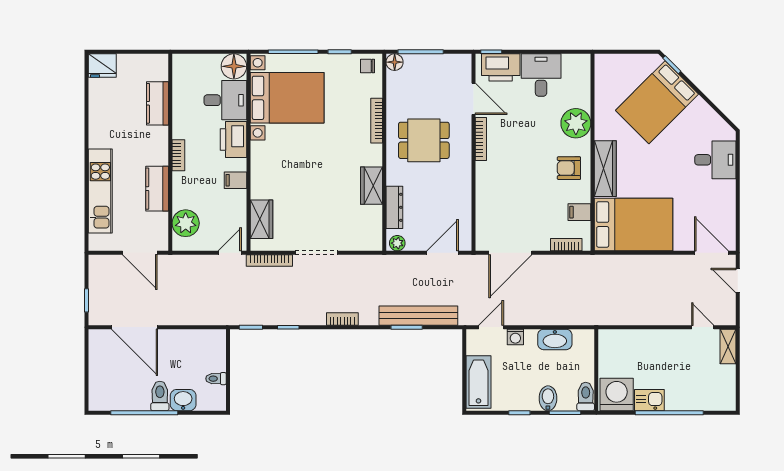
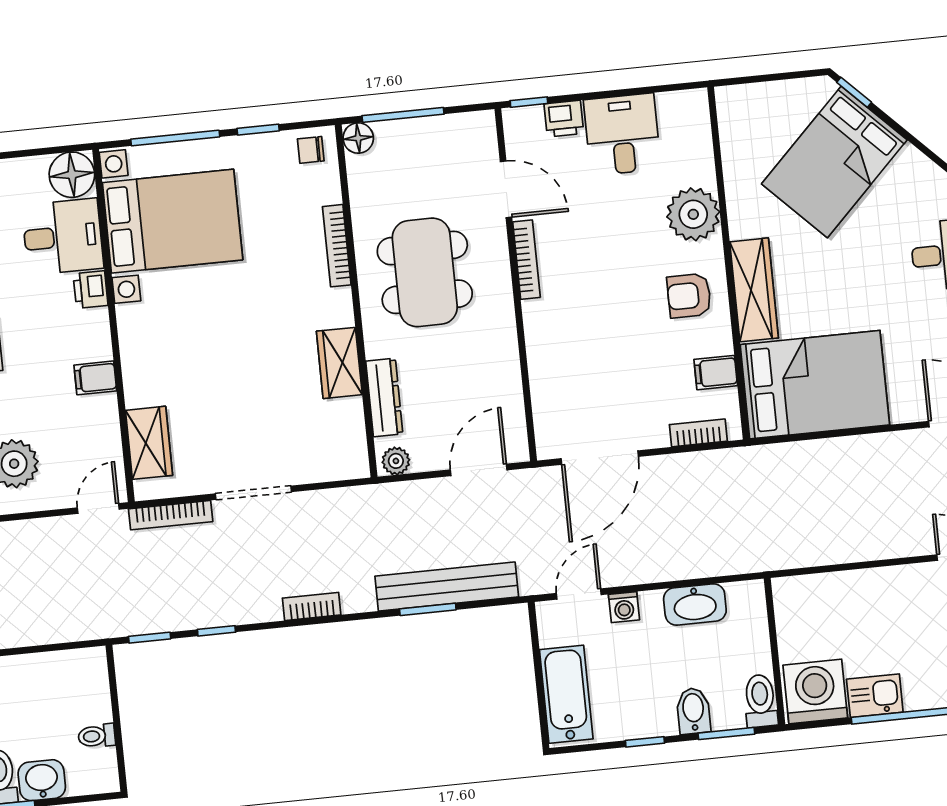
printer: (501, 67) -> (564, 119), width x0.53, depth x0.68
printer: (234, 140) -> (91, 290), width x0.53, depth x0.68
dining table: (424, 140) -> (425, 272), width x1.38

